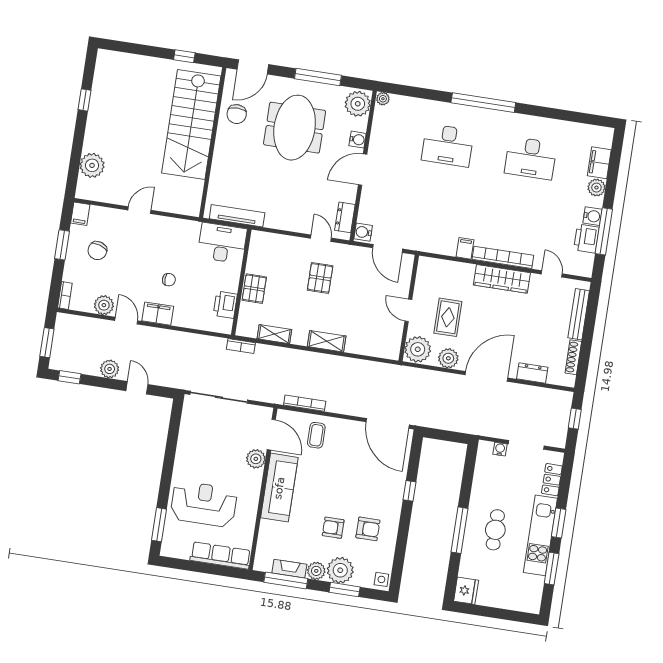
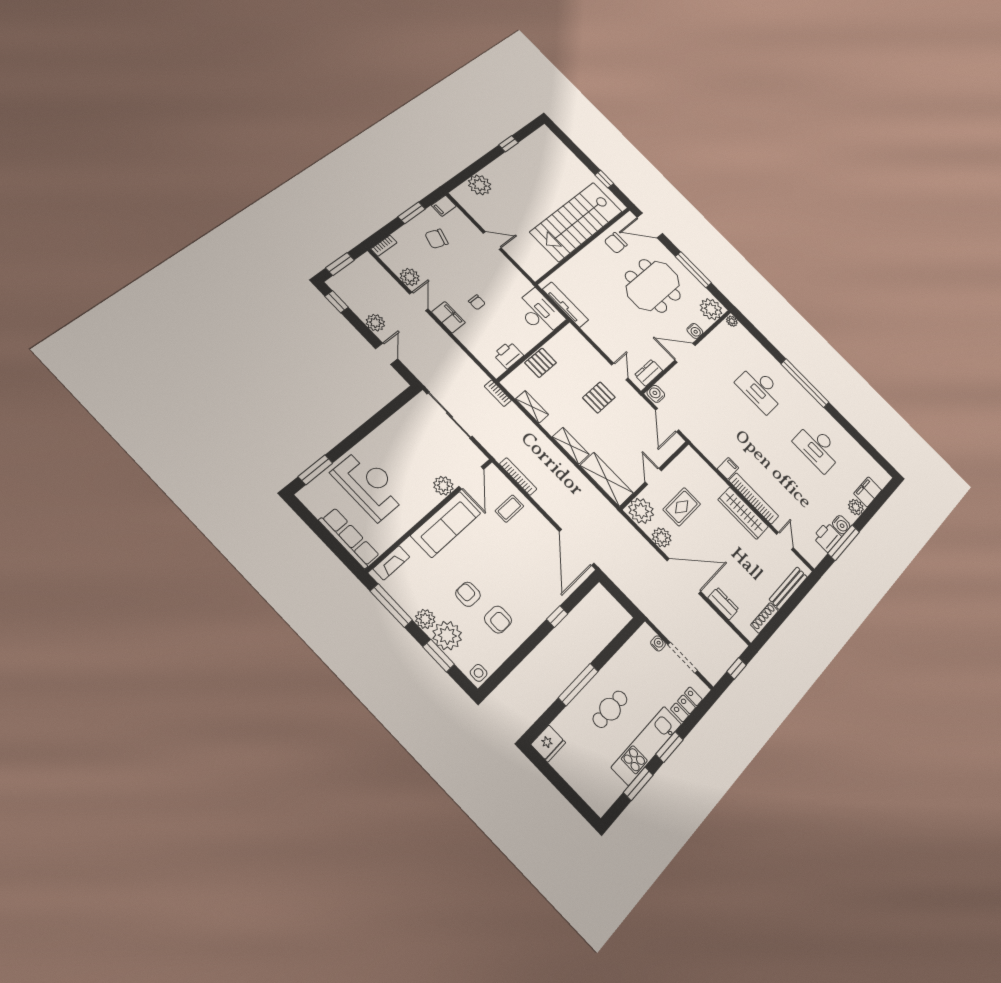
shelving: (373, 346) -> (607, 479), added
fireplace: (289, 569) -> (391, 563), moved, turned 90

